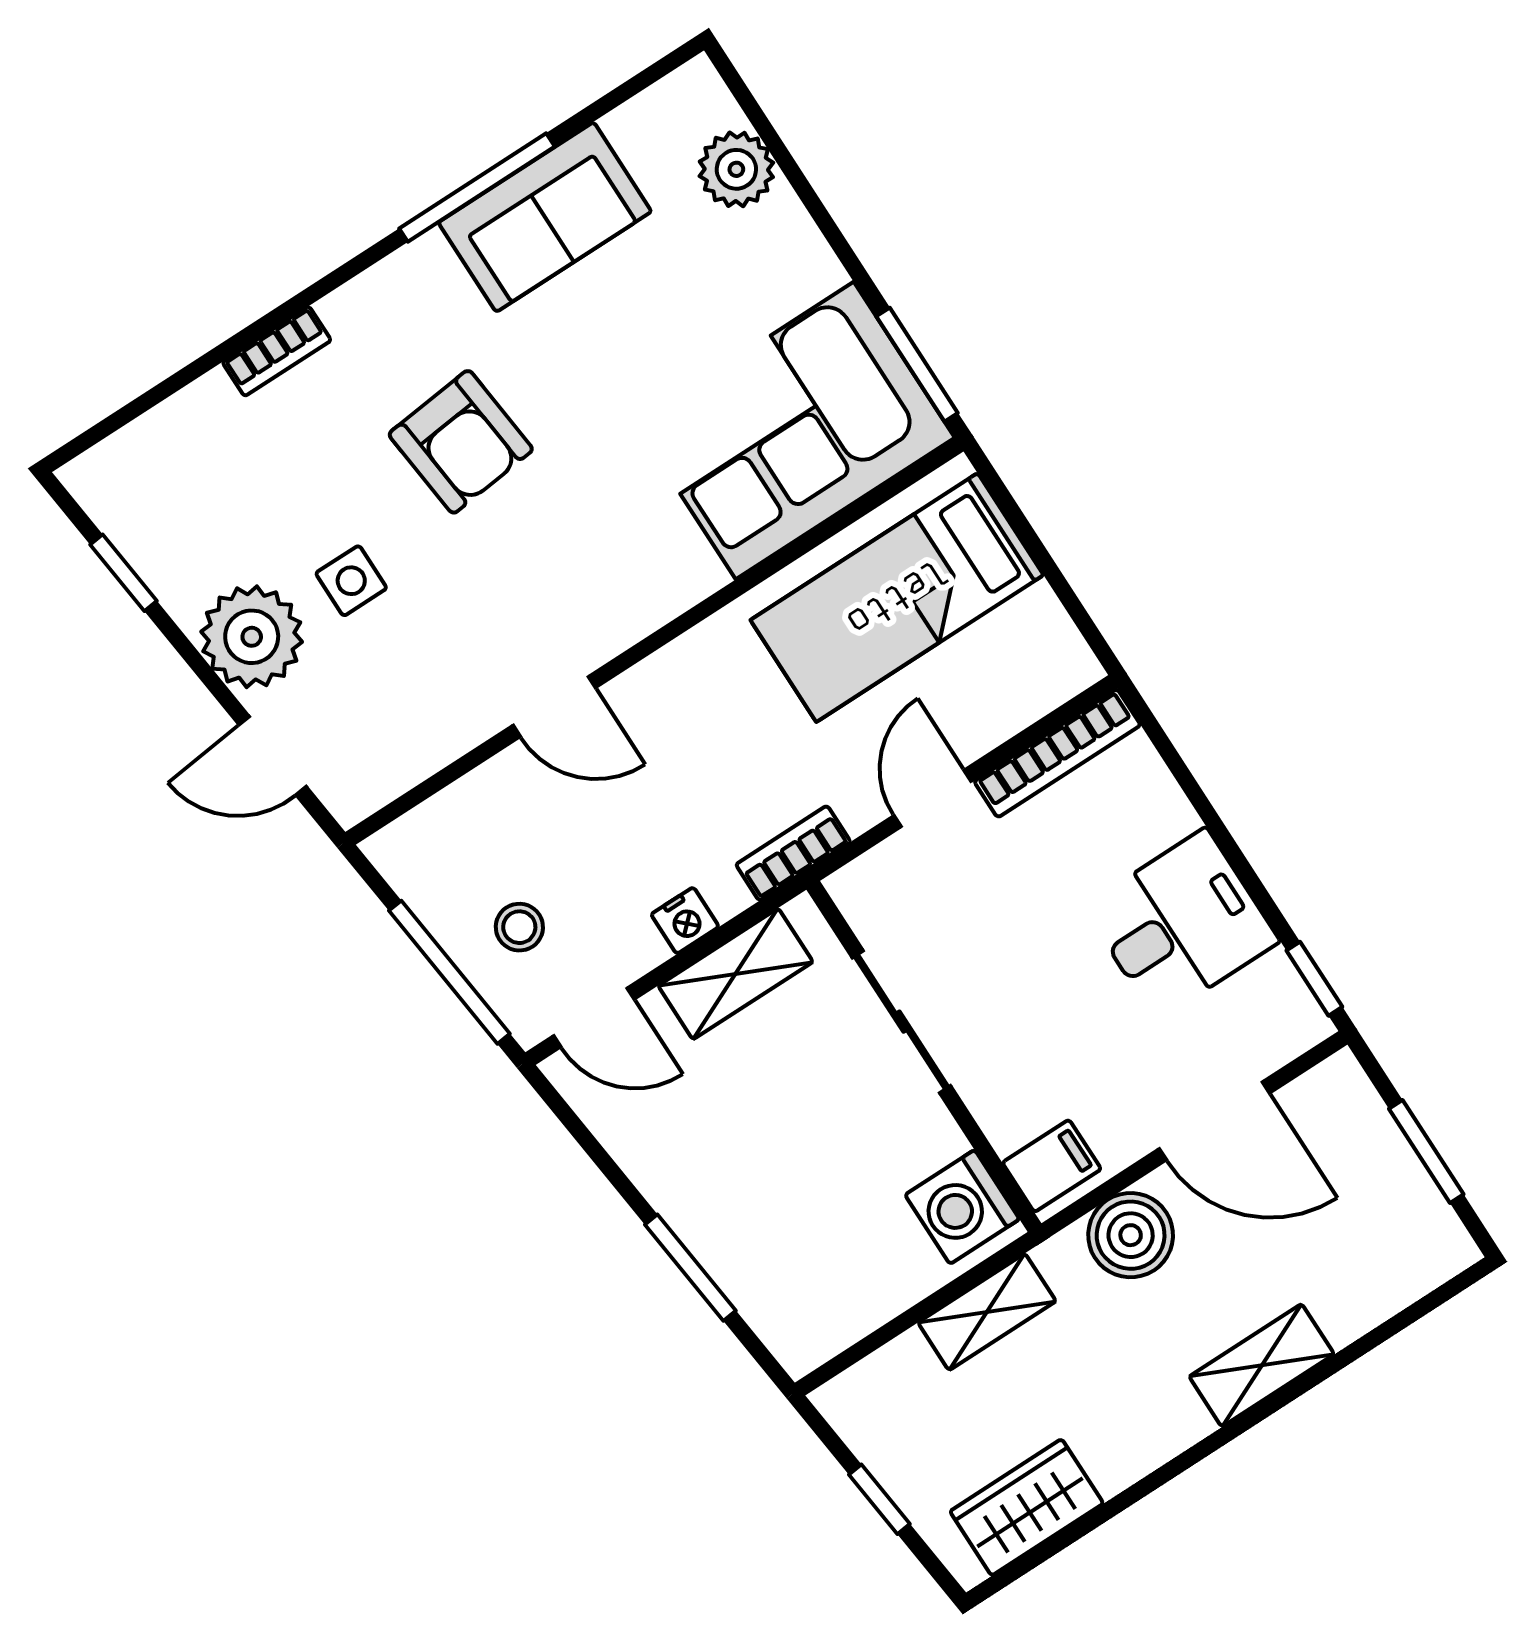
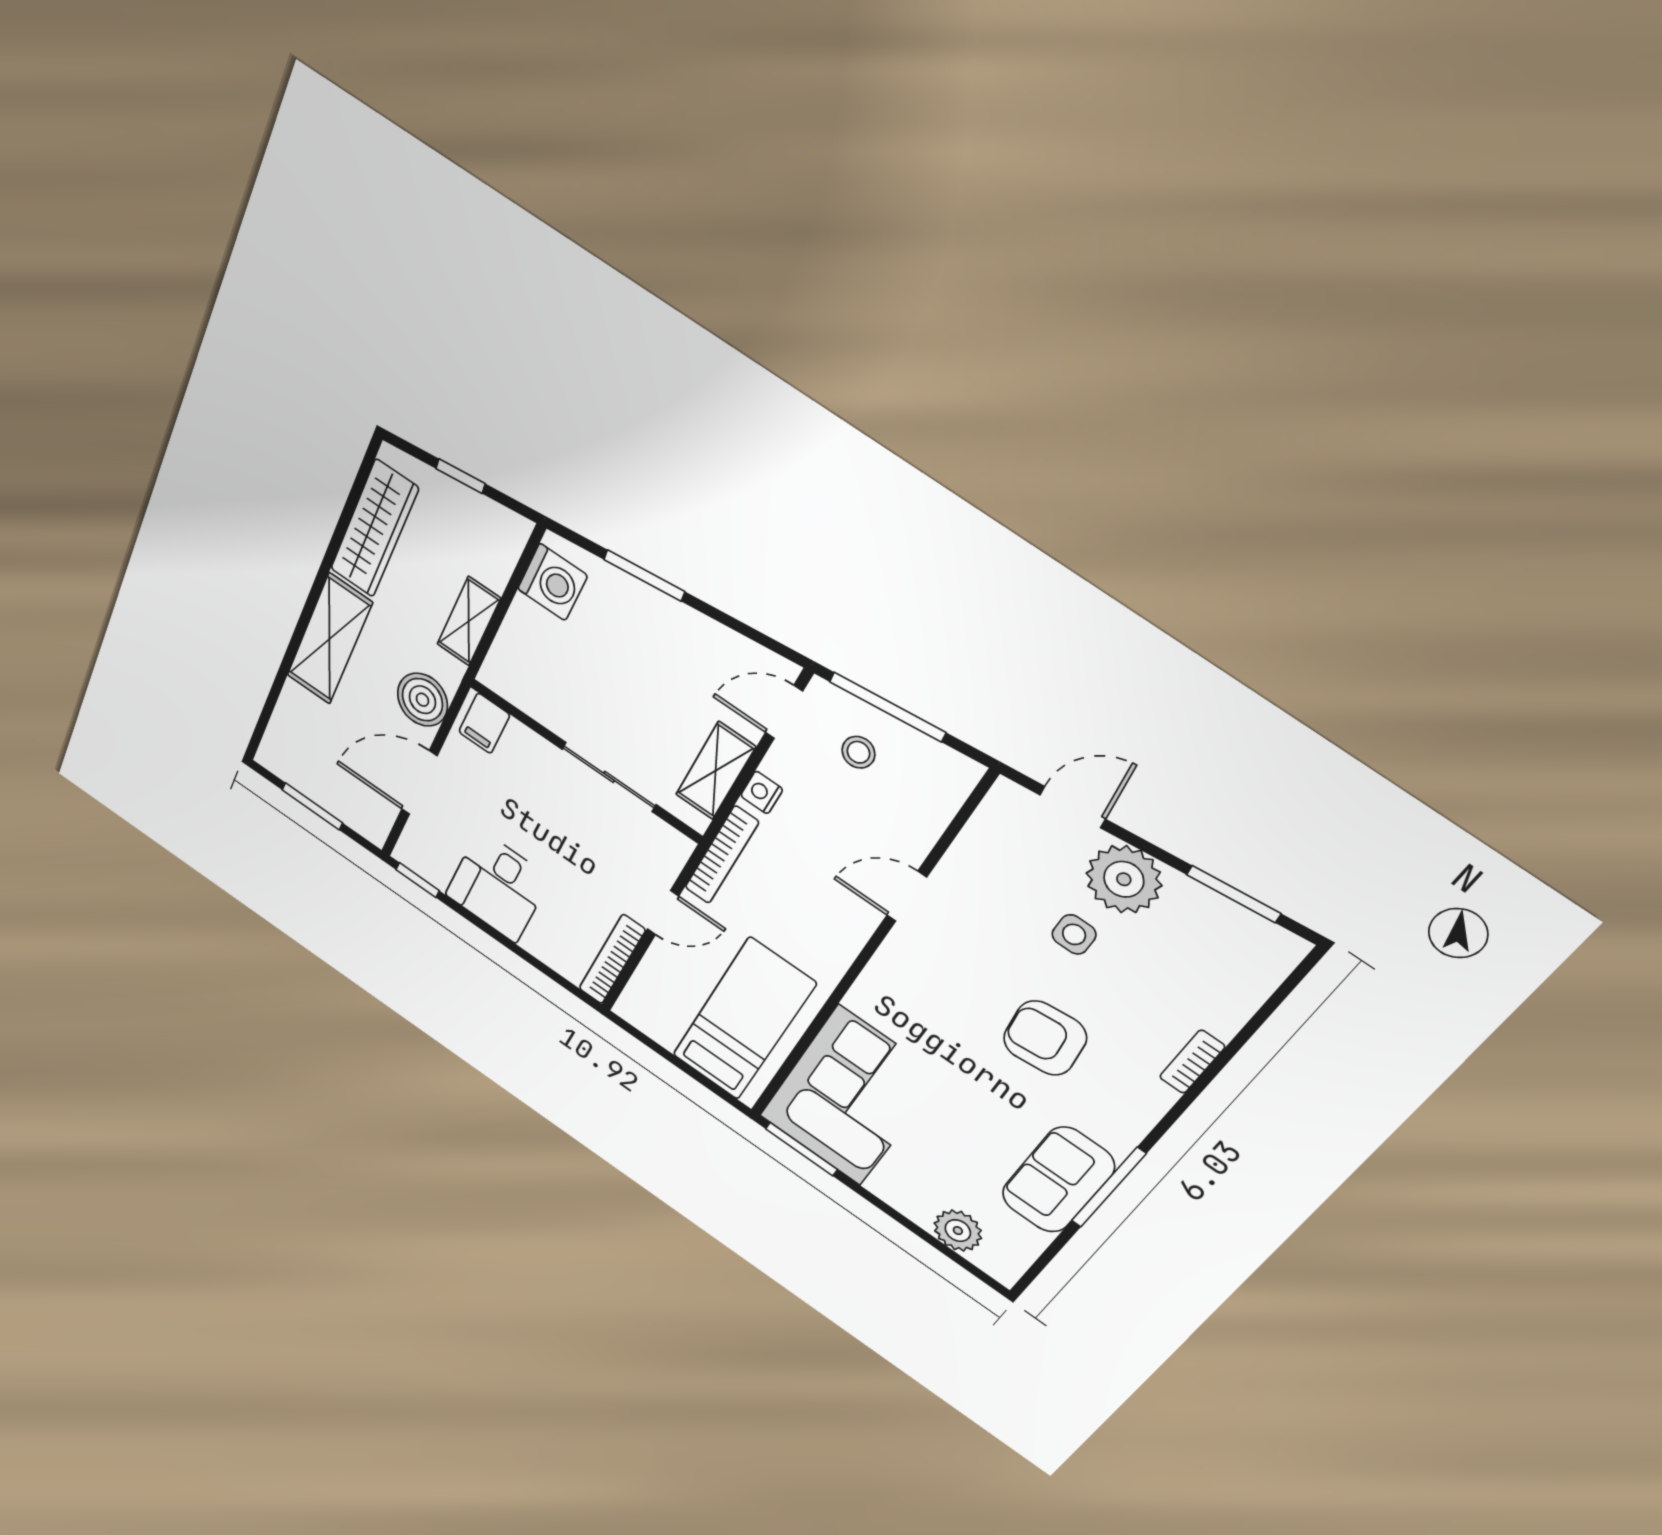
window: (123, 573) -> (1234, 894), width x1.50
door: (933, 798) -> (663, 913), hinge flipped
bookcase: (793, 853) -> (722, 855), width x1.56
washing machine: (962, 1207) -> (553, 582), moved, turned 90
shelving: (1262, 1365) -> (329, 639), width x1.50, depth x1.33
wardrobe: (1027, 1507) -> (374, 529), width x1.50

